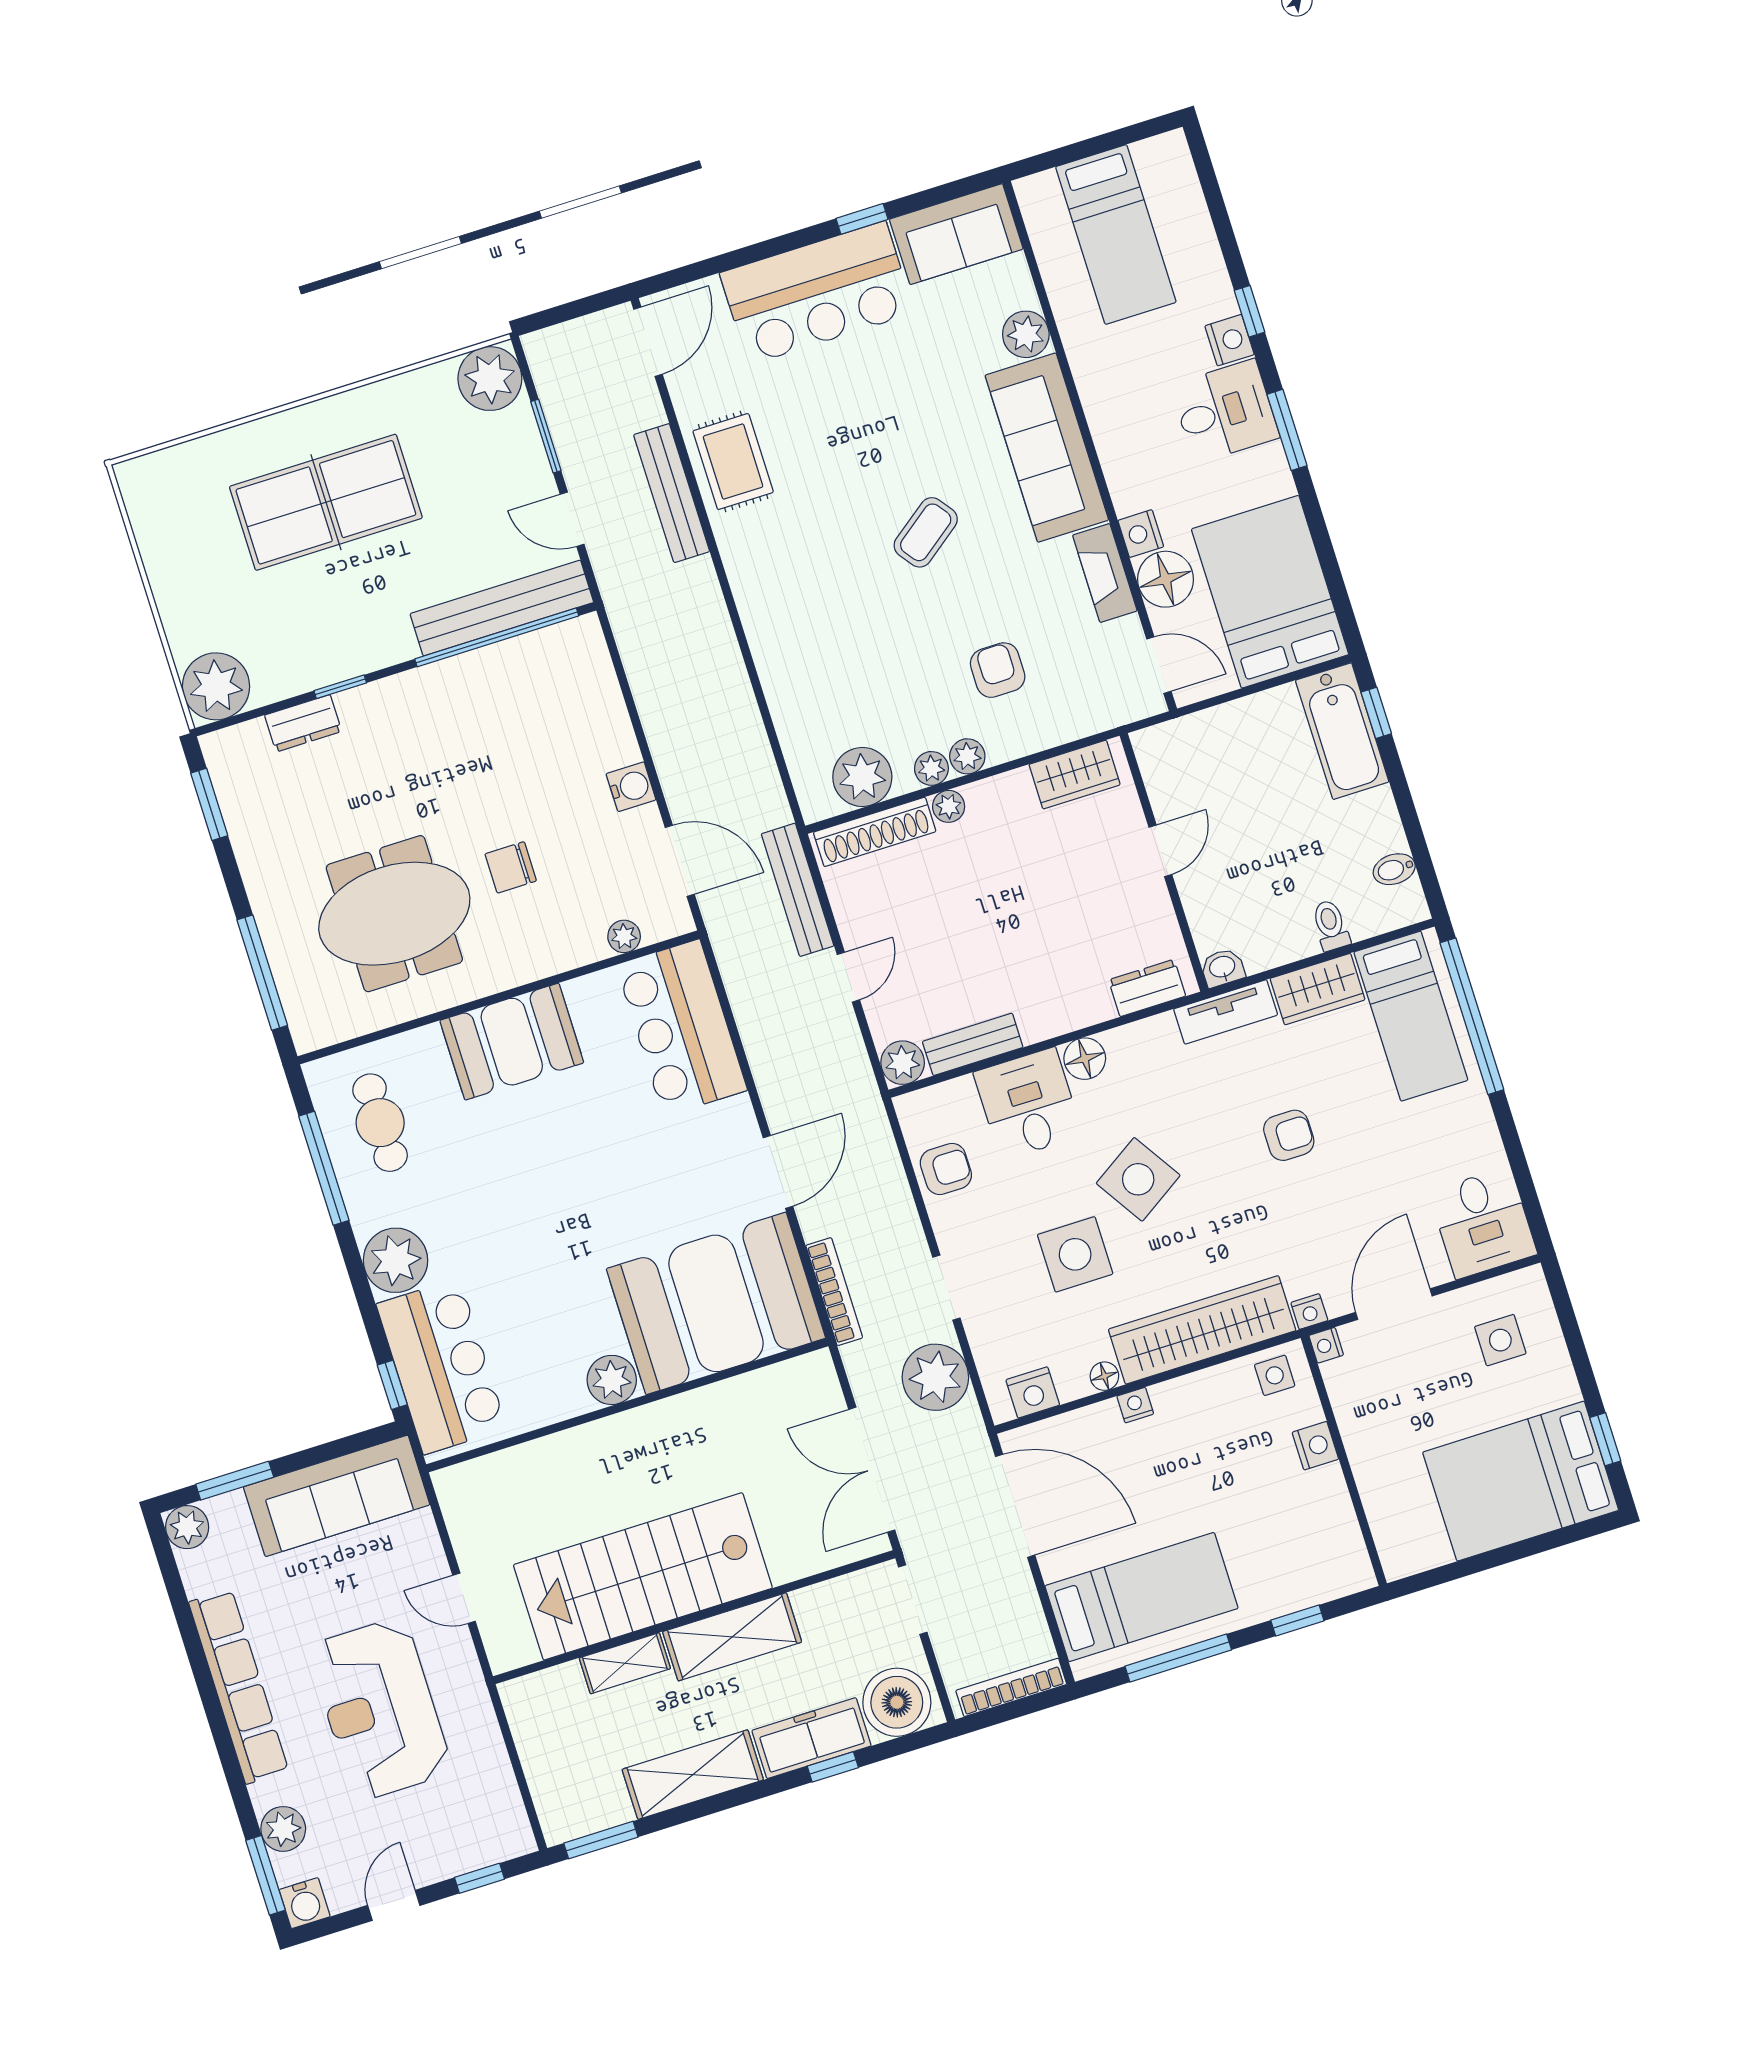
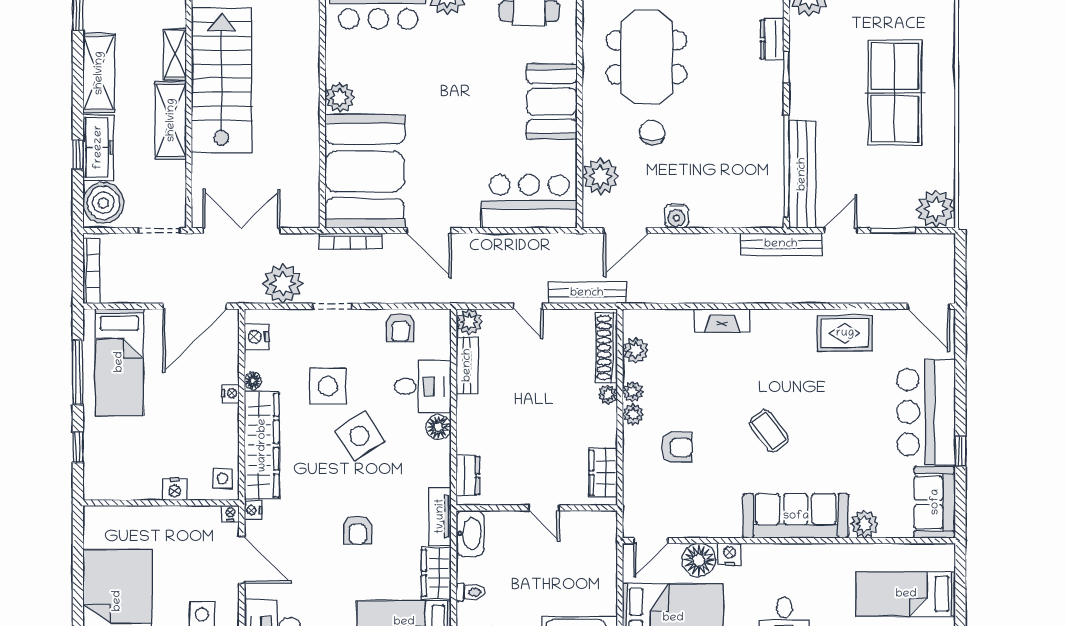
bench: (672, 493) -> (781, 244), moved
fireplace: (1105, 573) -> (722, 321), moved, turned 180
plant: (862, 777) -> (636, 350), width x0.73, depth x0.73
plant: (624, 936) -> (600, 176), width x1.87, depth x1.87
washbasin: (1222, 968) -> (470, 533), width x1.91, depth x1.45

